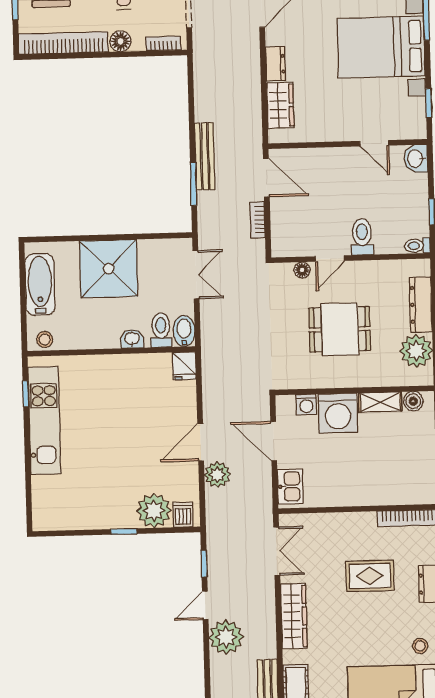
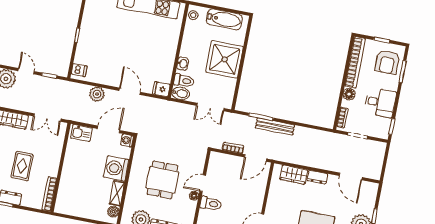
door: (330, 259) -> (203, 183), hinge flipped
floor lamp: (302, 270) -> (194, 196), moved
washing machine: (306, 405) -> (127, 140), moved
door: (201, 442) -> (130, 91), moved
plant: (154, 511) -> (85, 54), removed

